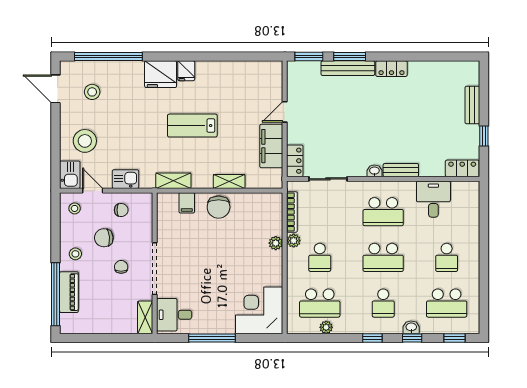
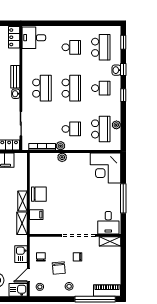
shelving: (229, 181) -> (22, 201), moved
desk: (433, 199) -> (34, 38), moved
piano: (69, 292) -> (107, 290), moved

